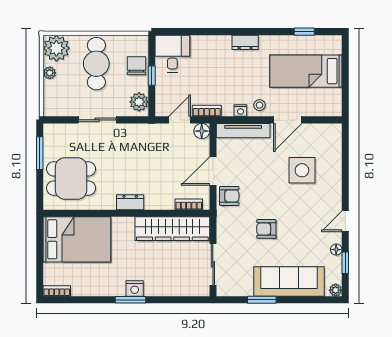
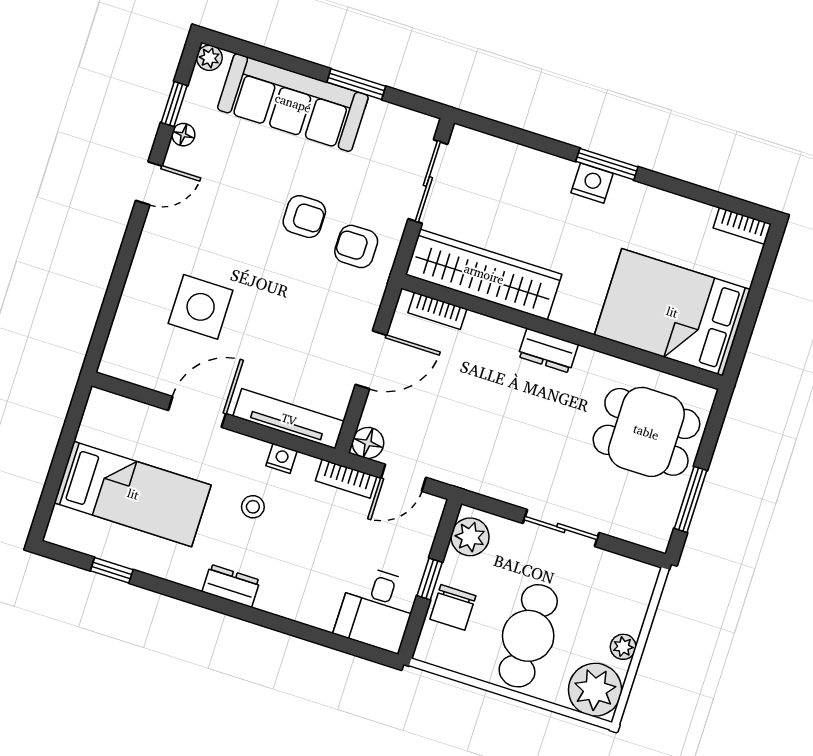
stool: (260, 105) -> (253, 507), moved
armchair: (229, 196) -> (356, 246), moved

